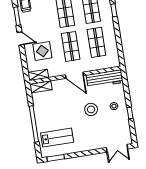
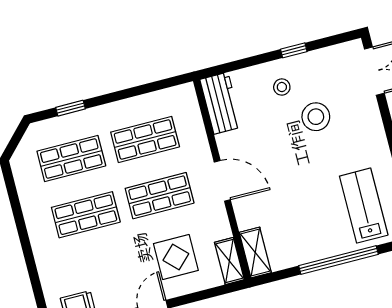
door: (74, 75) -> (222, 181), hinge flipped
workbench: (105, 79) -> (221, 103), width x0.73
stool: (91, 109) -> (316, 117), moved

